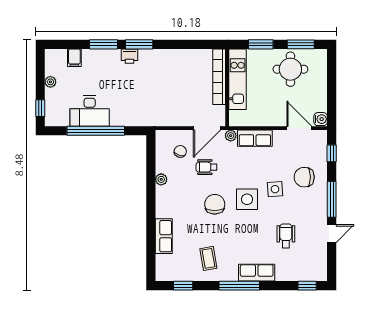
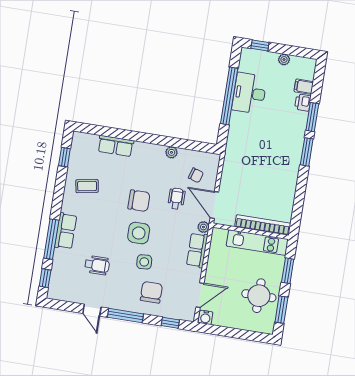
printer: (130, 56) -> (303, 102), moved
window: (239, 286) -> (51, 239), moved

